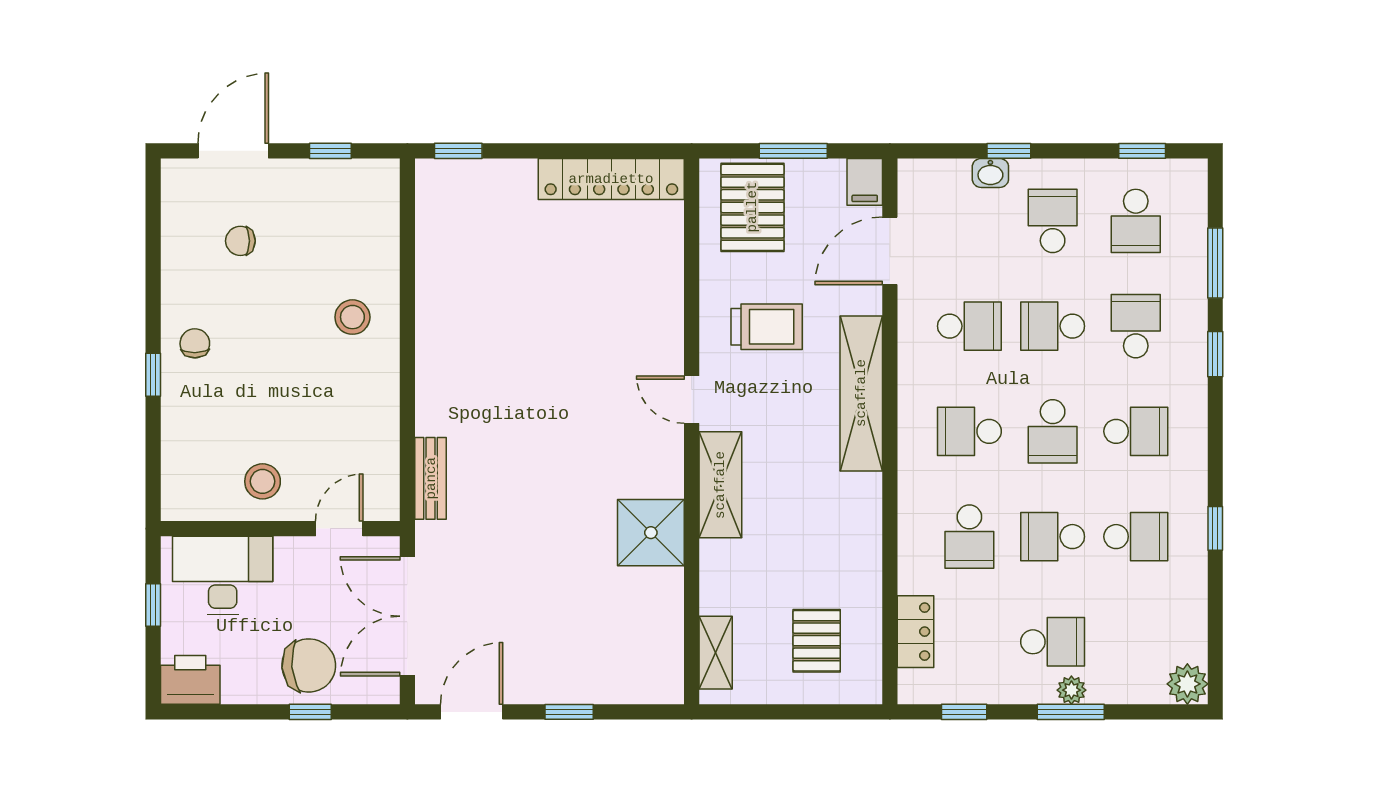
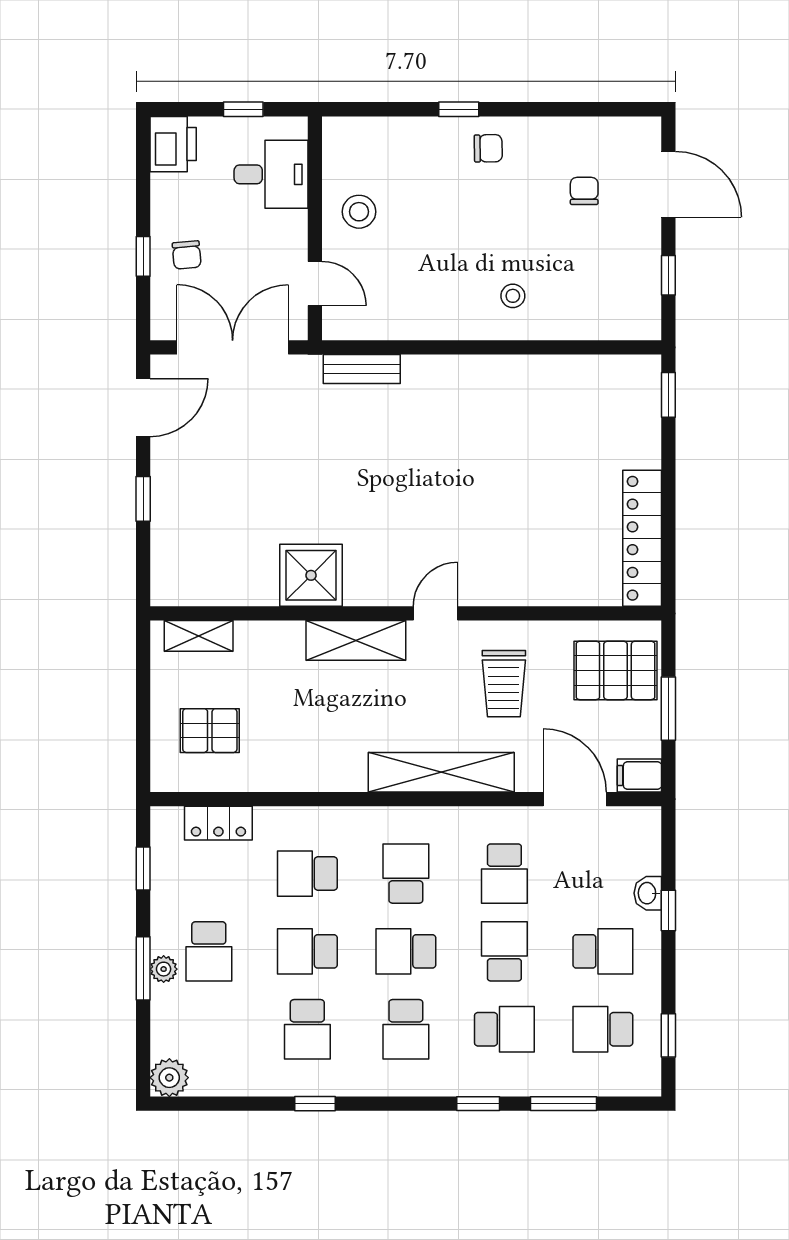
stool: (352, 317) -> (513, 296), width x0.73, depth x0.73
school desk: (1053, 537) -> (307, 951), turned -90
desk: (223, 575) -> (271, 174), width x0.73
chair: (309, 665) -> (187, 255), width x0.54, depth x0.54
door: (472, 712) -> (143, 408), hinge flipped

